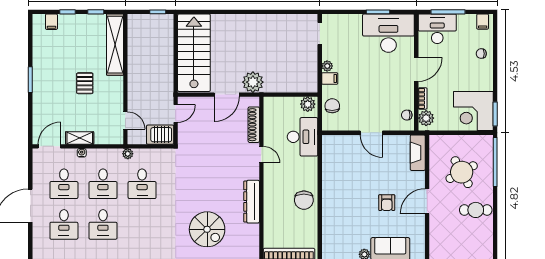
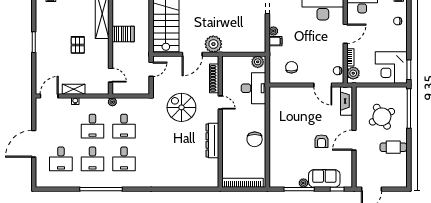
chair: (332, 106) -> (292, 67), moved
door: (371, 133) -> (323, 85), moved
server rack: (160, 135) -> (123, 34), moved, turned 180
desk: (64, 184) -> (124, 159), moved
spiral stairs: (207, 229) -> (181, 107), moved, turned 180

